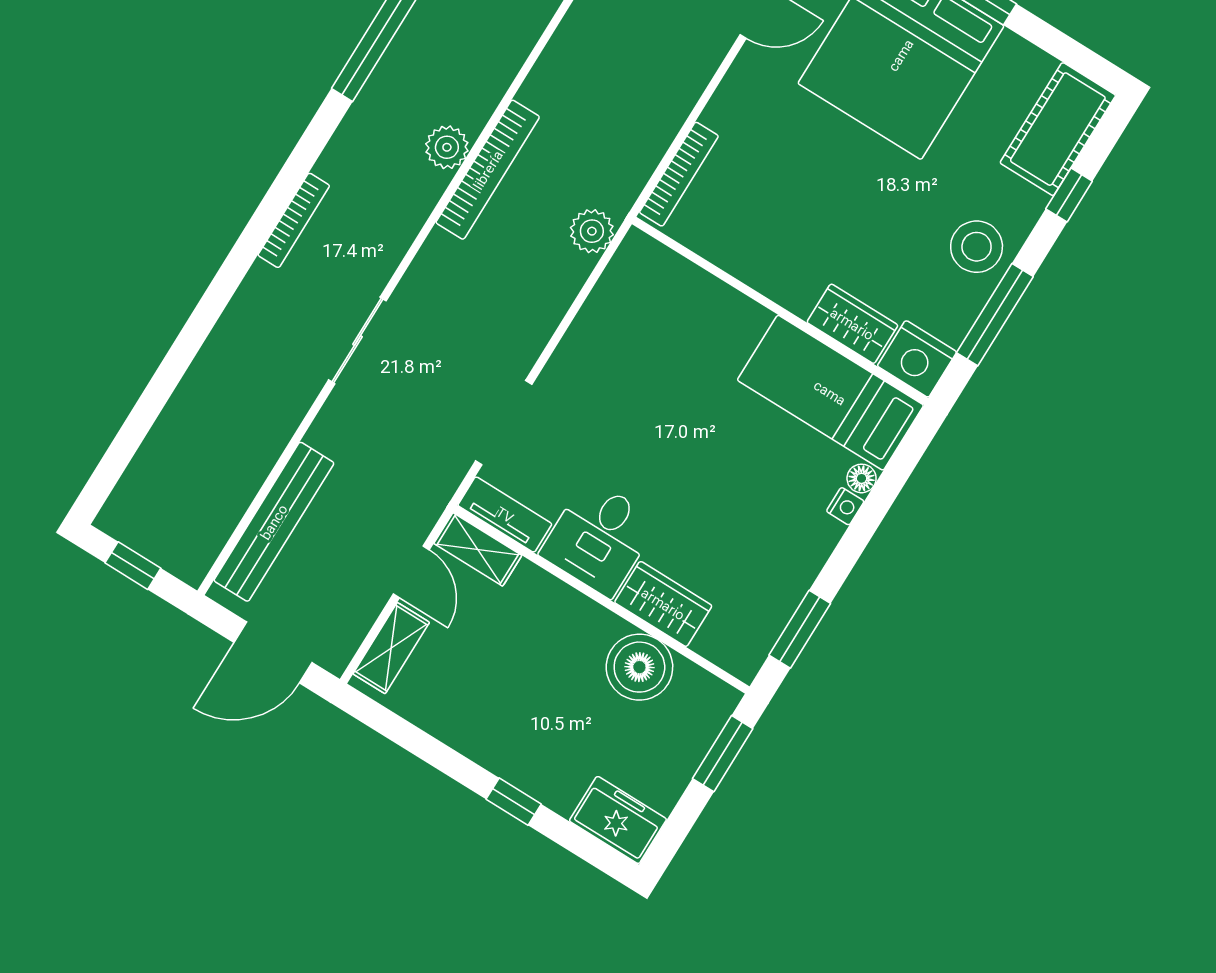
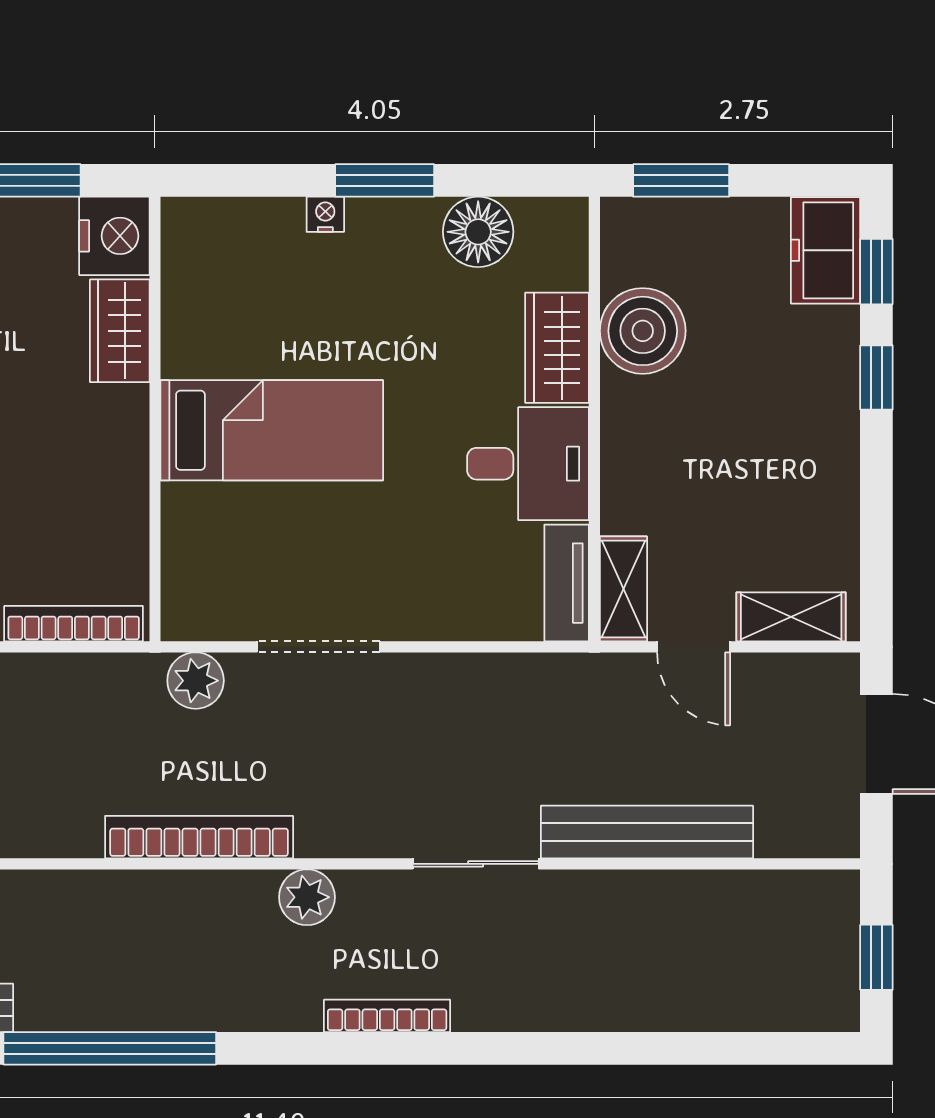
plant: (447, 147) -> (307, 897), moved
bed: (830, 393) -> (272, 430), moved, turned -90
doorway: (504, 423) -> (318, 647), moved
floor lamp: (862, 478) -> (478, 232), moved, width x1.89, depth x1.89
bench: (274, 522) -> (647, 832), moved
door: (411, 572) -> (694, 647), swing flipped
window: (800, 629) -> (385, 180), moved
window: (583, 845) -> (876, 272), added

